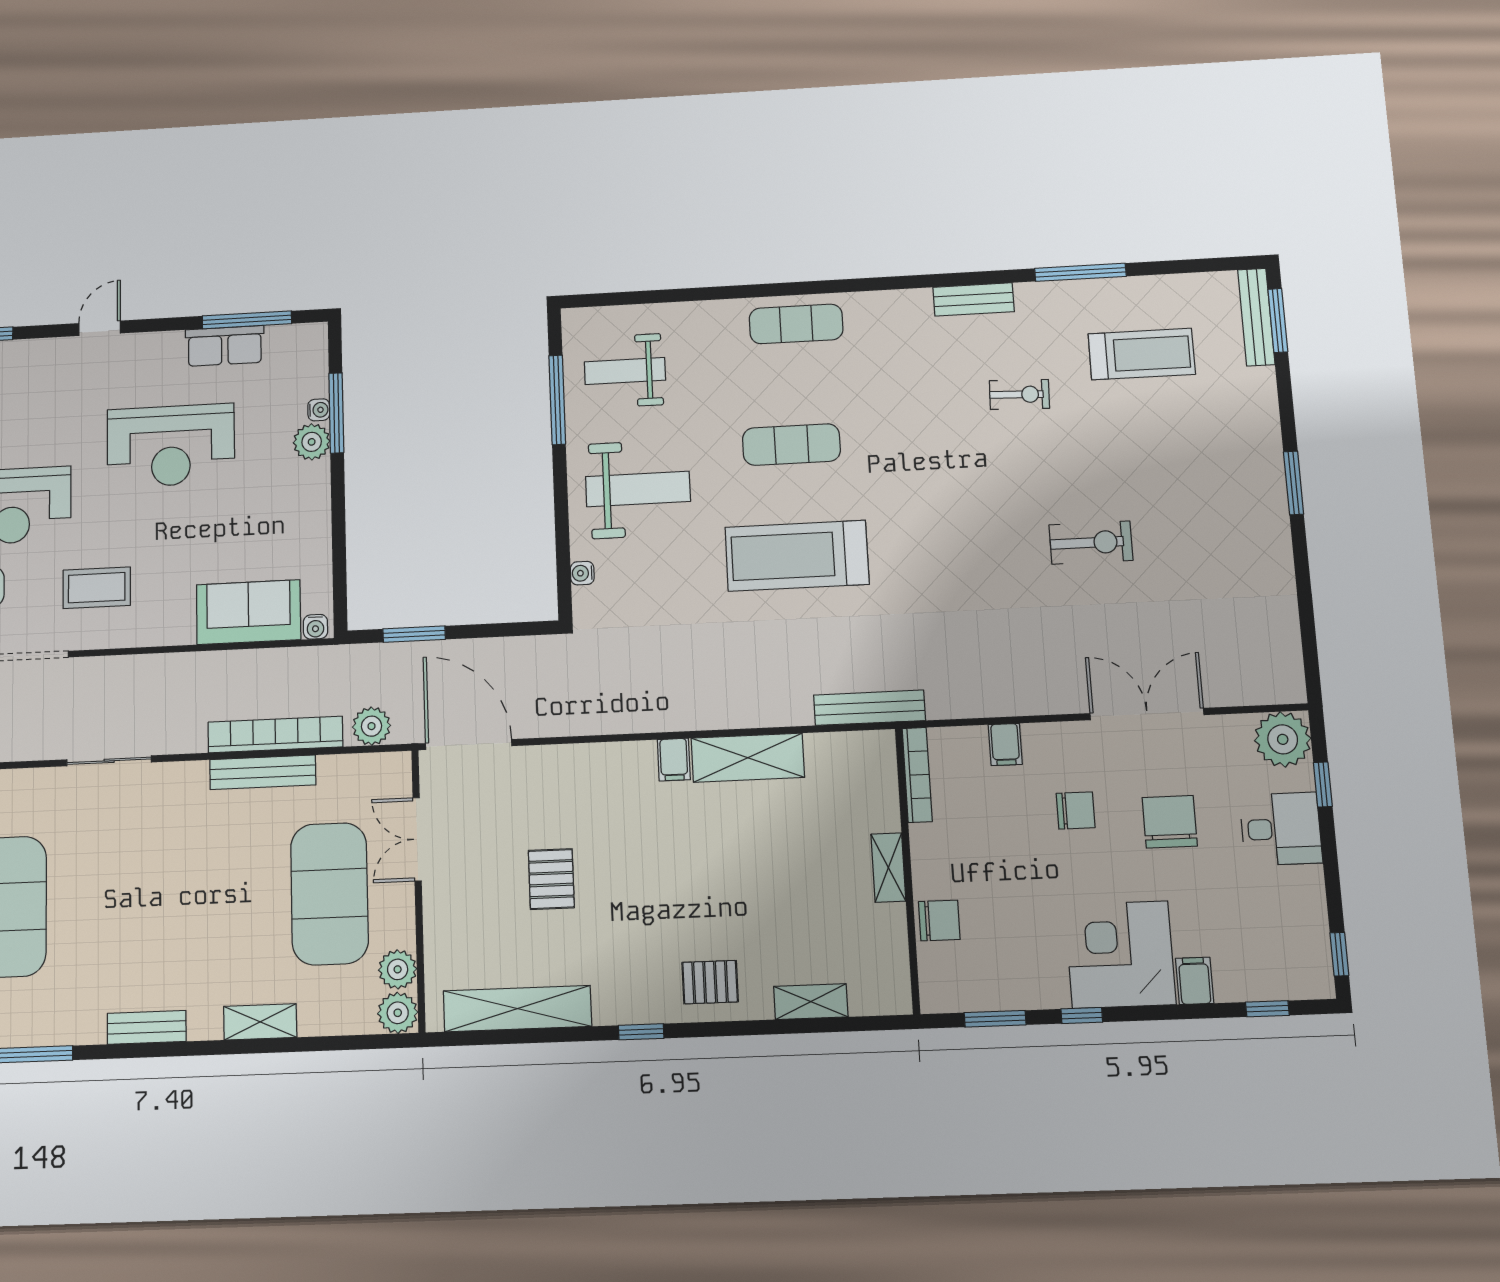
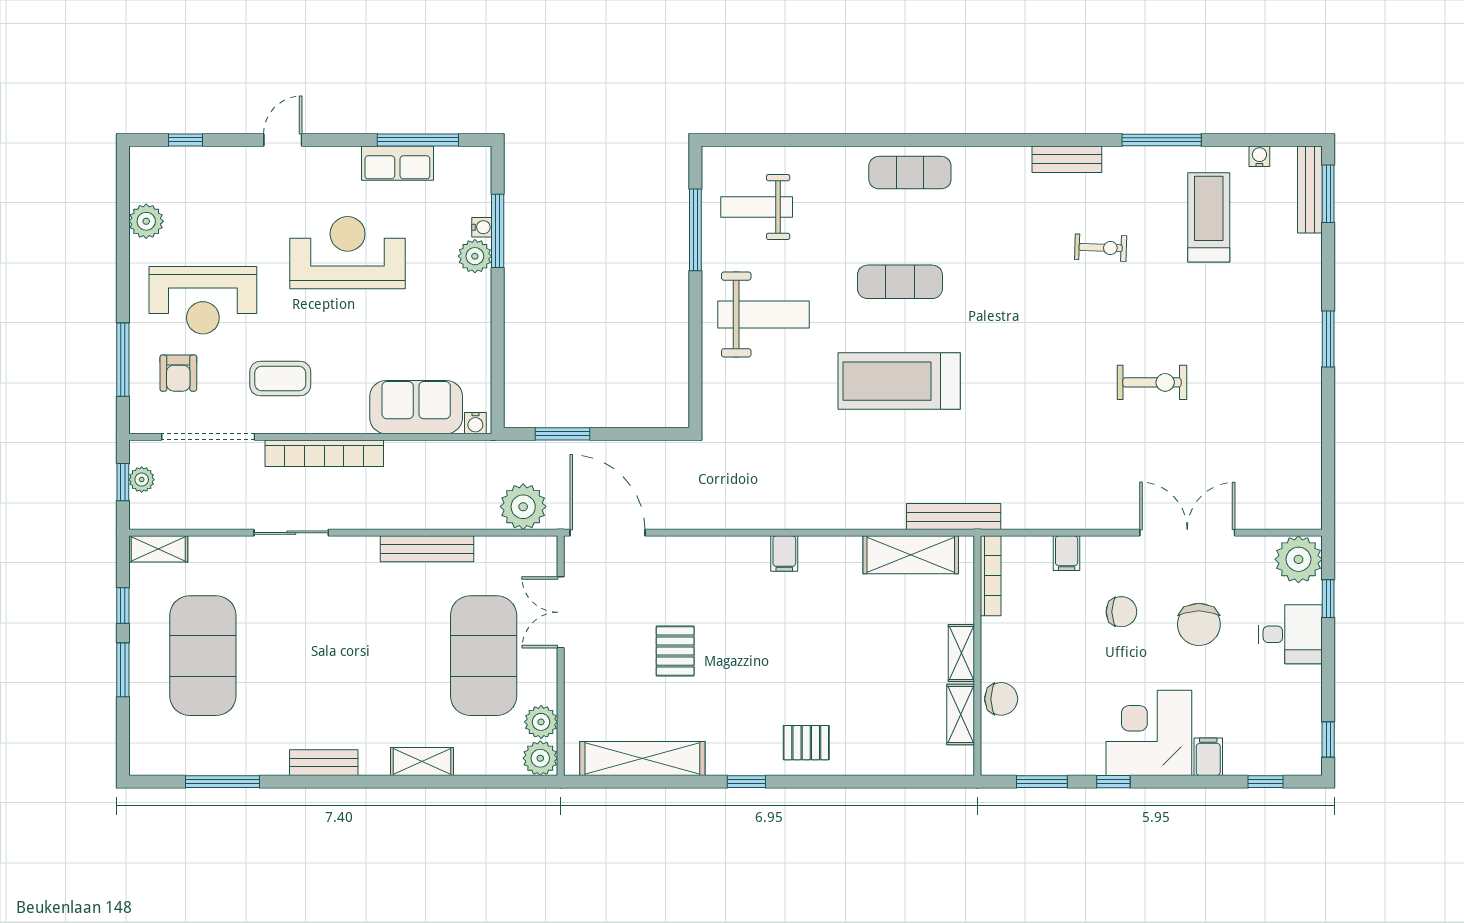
treadmill: (1142, 354) -> (1209, 217), turned -90
reception desk: (171, 446) -> (348, 253), turned 180
water cooler: (582, 573) -> (1259, 156), moved, turned 90
plant: (371, 726) -> (523, 507), width x1.36, depth x1.36
bookcase: (275, 734) -> (324, 453), moved, turned 180
shelving: (748, 758) -> (911, 555), moved
chair: (1170, 822) -> (1199, 624), turned 180
shelving: (811, 1002) -> (961, 714), moved, turned 90

